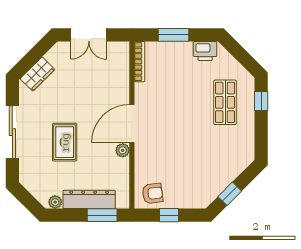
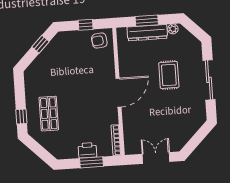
printer: (205, 51) -> (87, 150), moved
wardrobe: (37, 74) -> (193, 125), removed
plant: (123, 150) -> (124, 72), removed
window: (102, 215) -> (147, 21), moved

